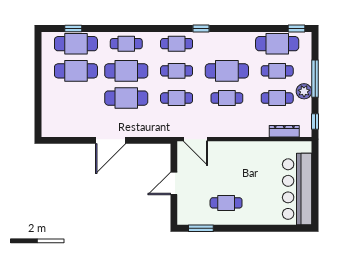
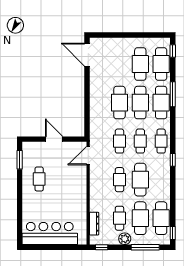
window: (73, 29) -> (173, 51), moved
window: (115, 29) -> (173, 94), added
cafe table: (126, 44) -> (161, 103), width x1.37, depth x1.35
cafe table: (277, 71) -> (140, 218), width x1.37, depth x1.35
window: (315, 79) -> (145, 247), moved
door: (111, 140) -> (87, 55), moved

